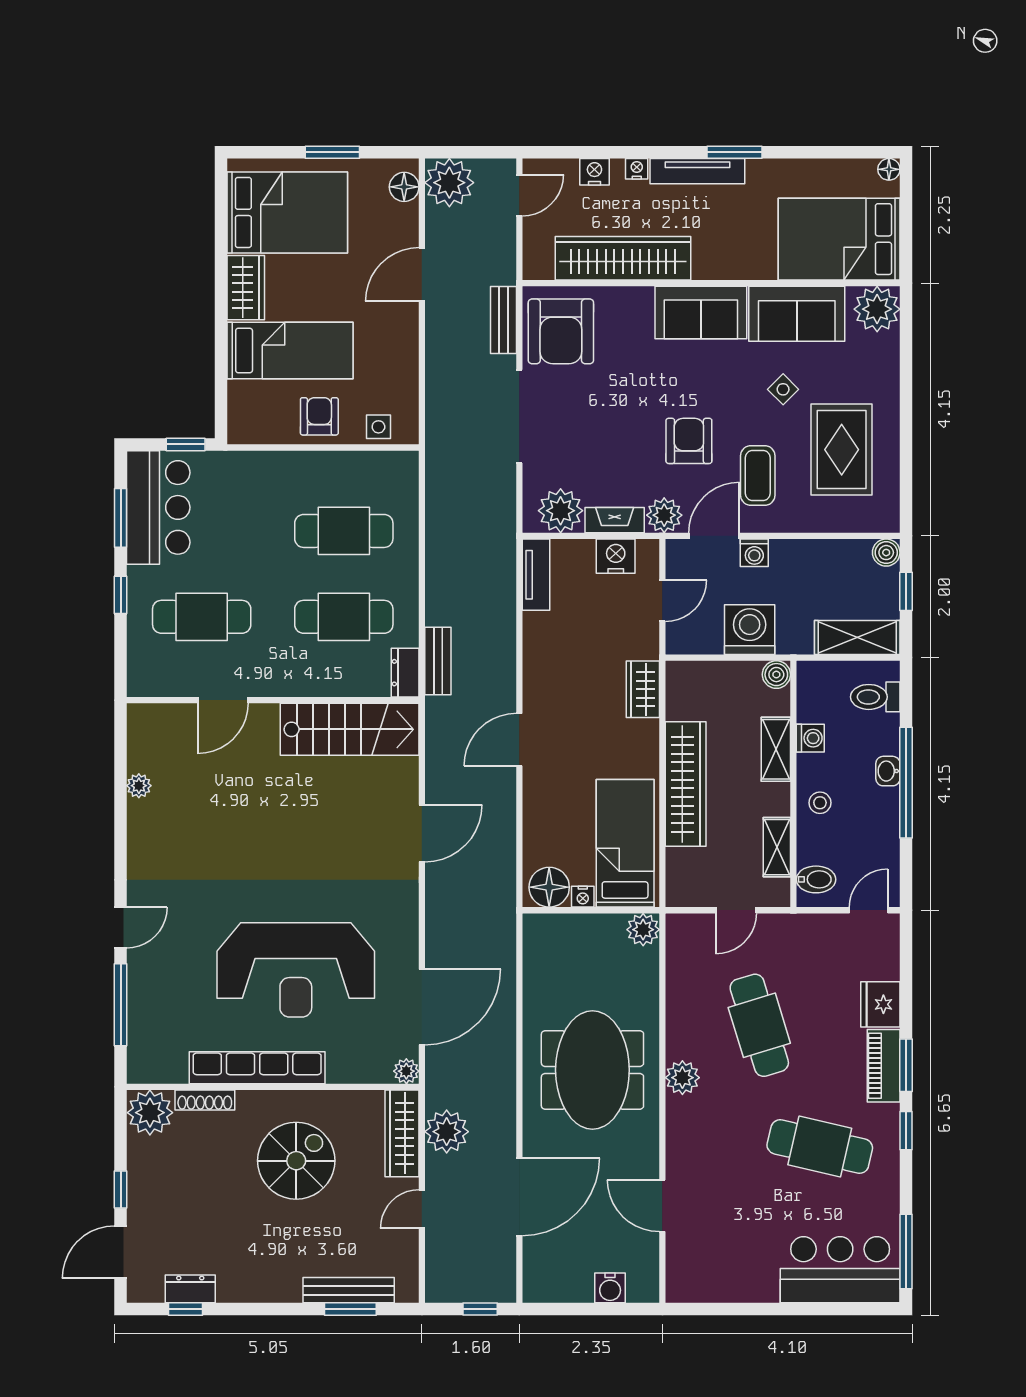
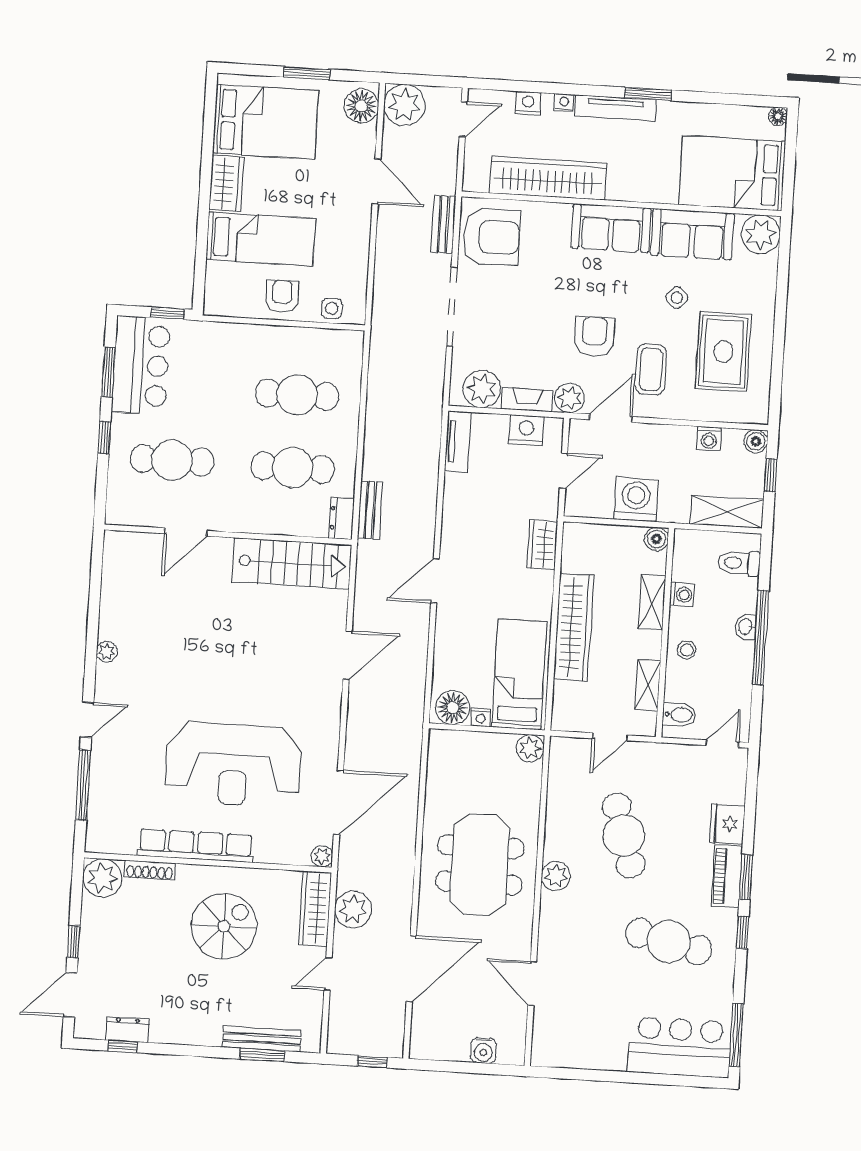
floor lamp: (404, 187) -> (361, 106), width x1.38, depth x1.38
door: (422, 274) -> (377, 181), swing flipped
armchair: (561, 331) -> (491, 237), turned -90
washing machine: (754, 553) -> (709, 439), moved
plant: (139, 786) -> (107, 652), moved

